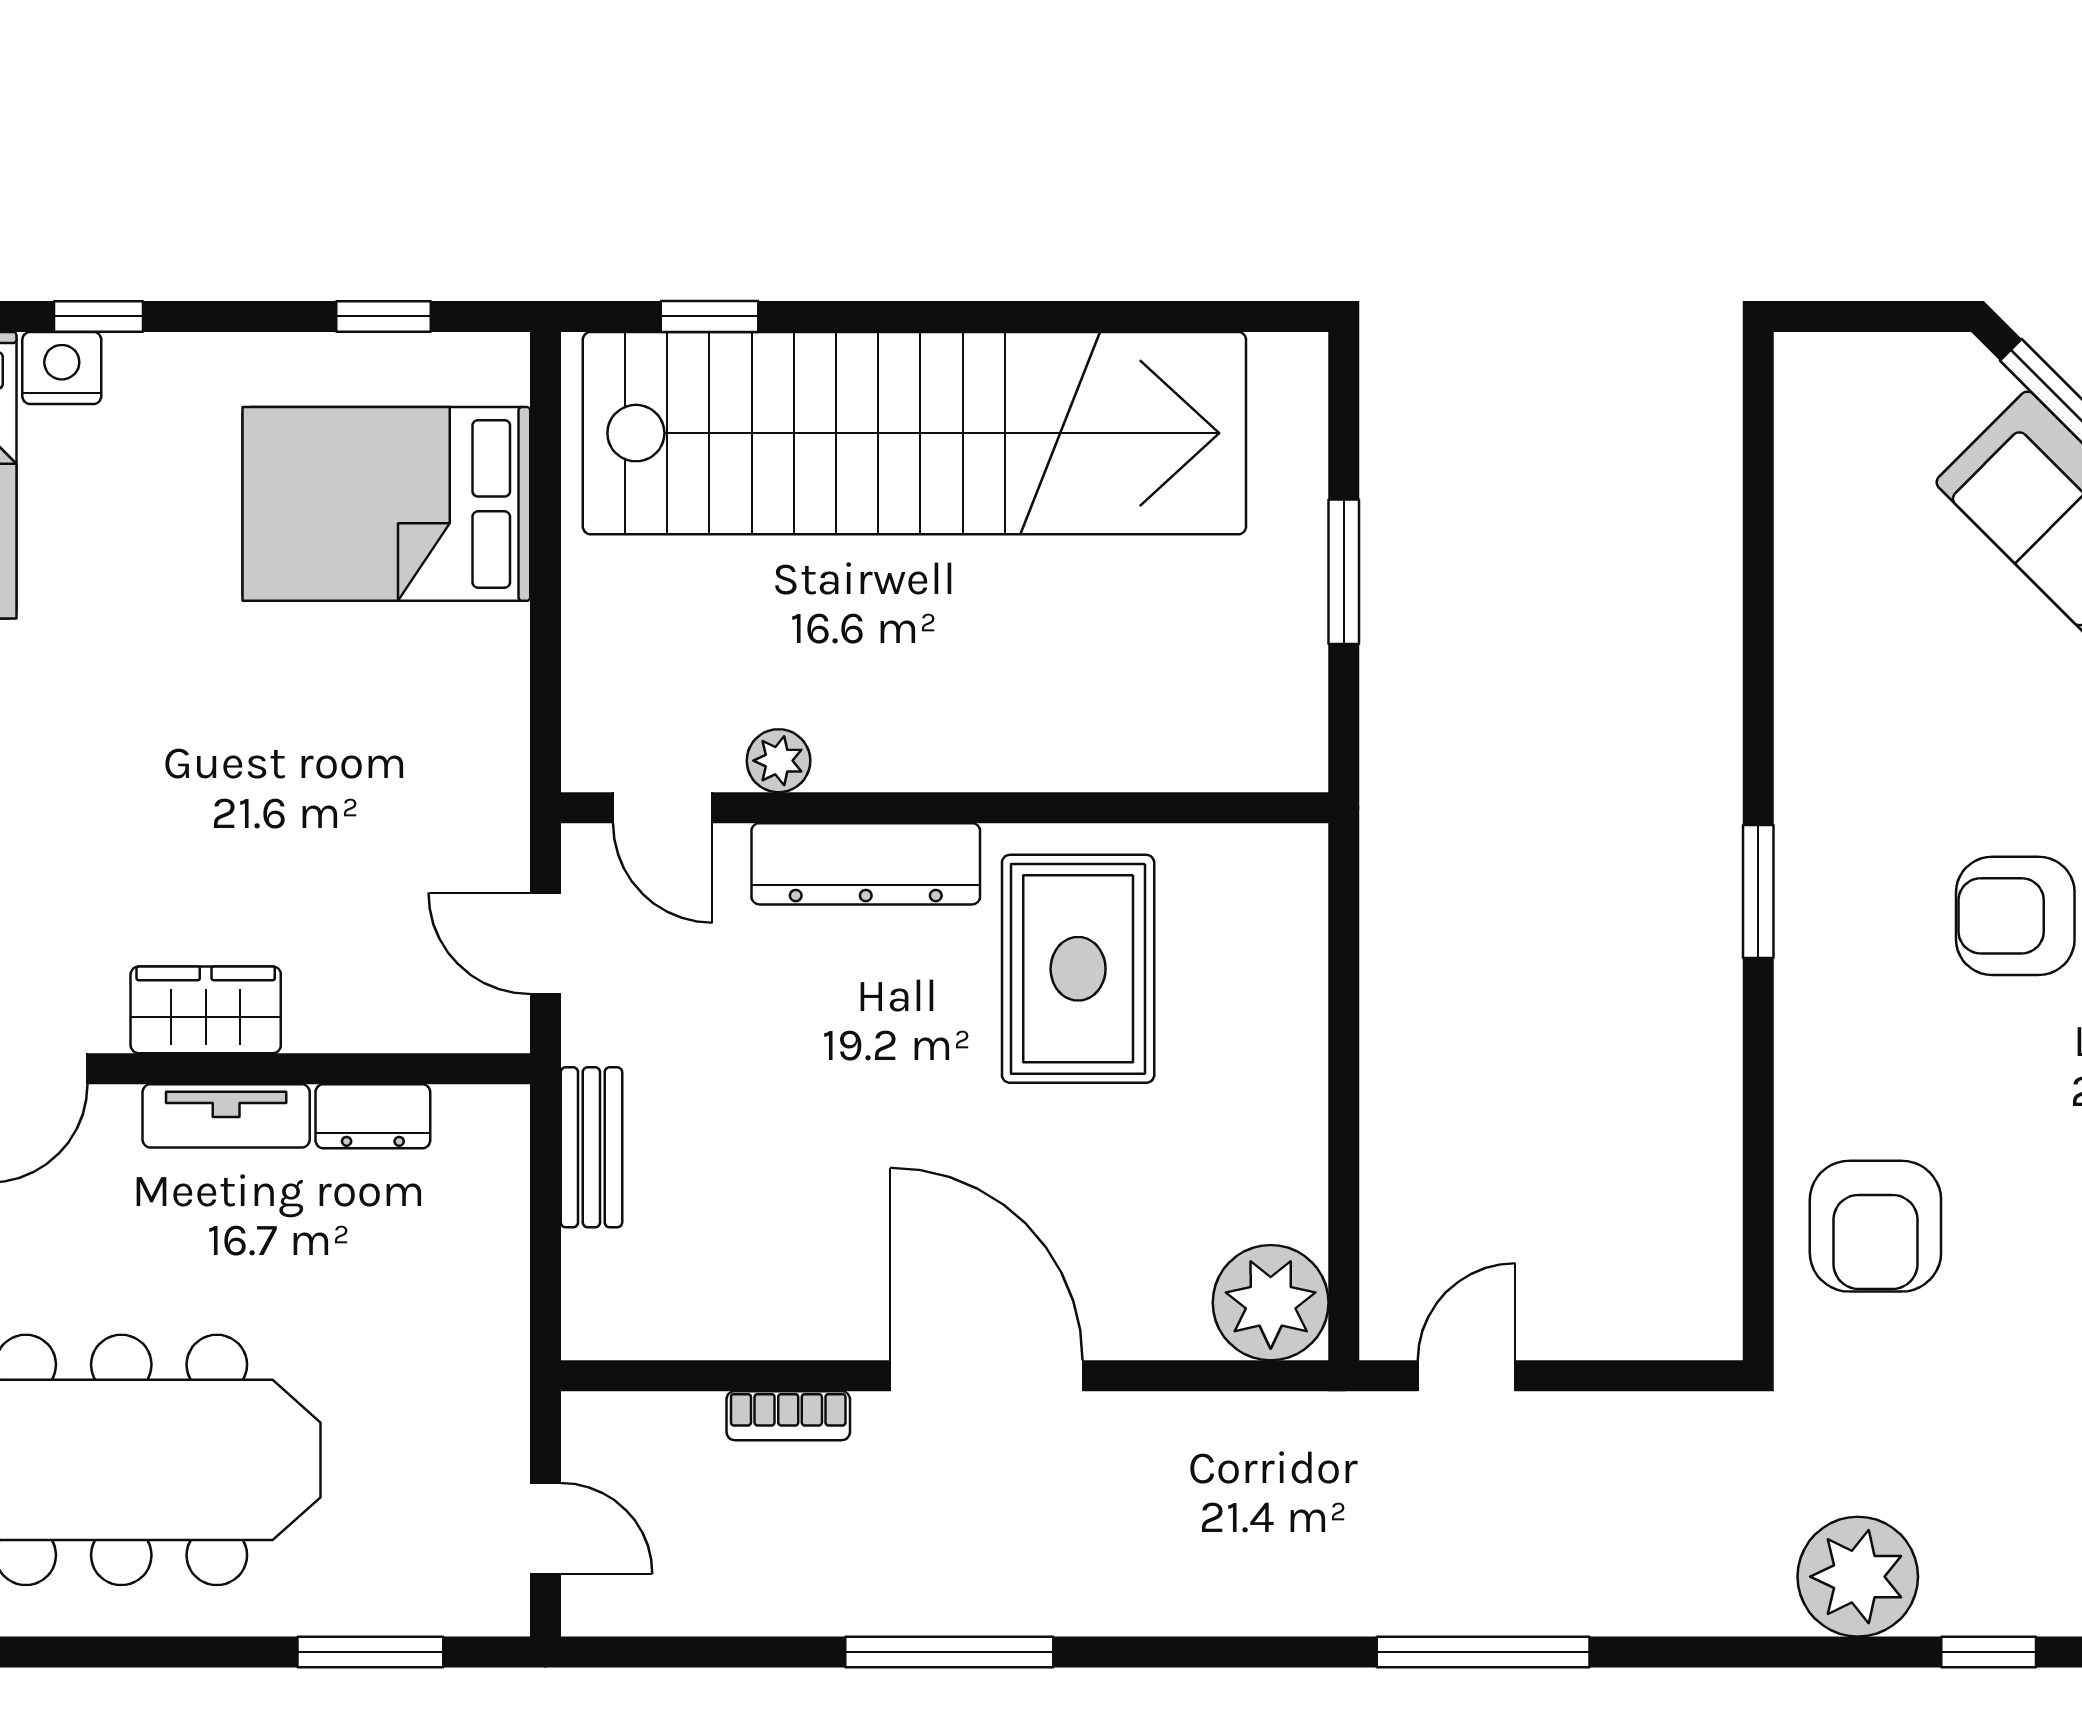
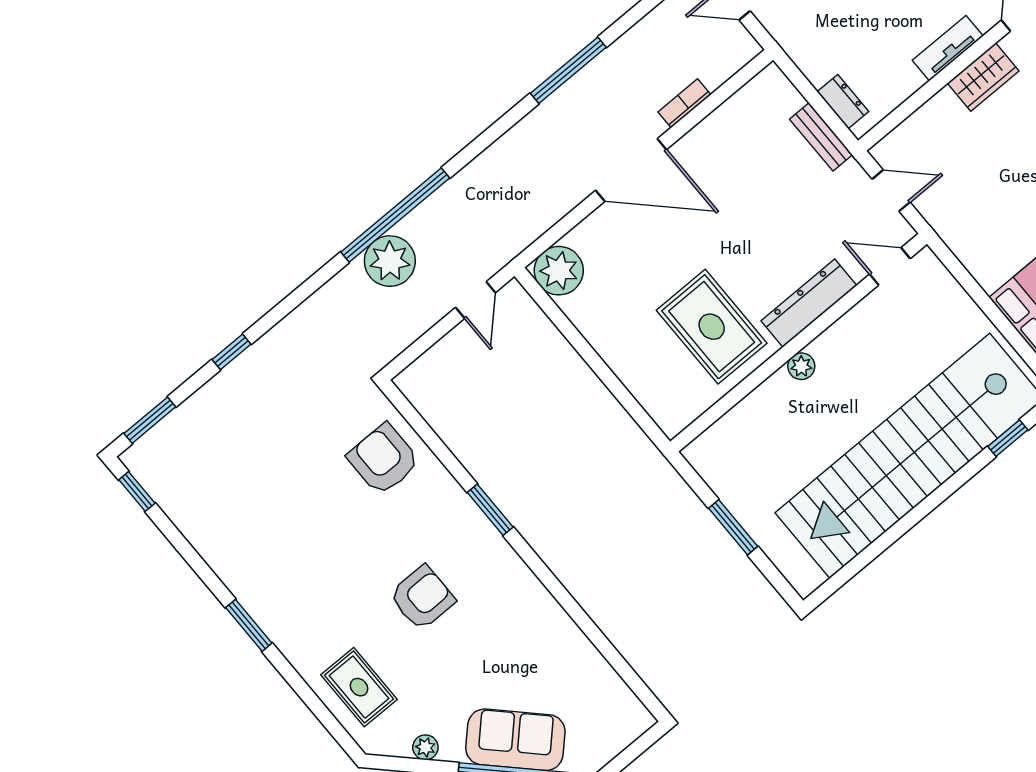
plant: (779, 761) -> (801, 366), moved
window: (1758, 891) -> (490, 510), moved
dresser: (373, 1116) -> (843, 102), moved, turned 90
plant: (1858, 1577) -> (390, 261), moved
window: (1483, 1652) -> (395, 215), width x1.46

